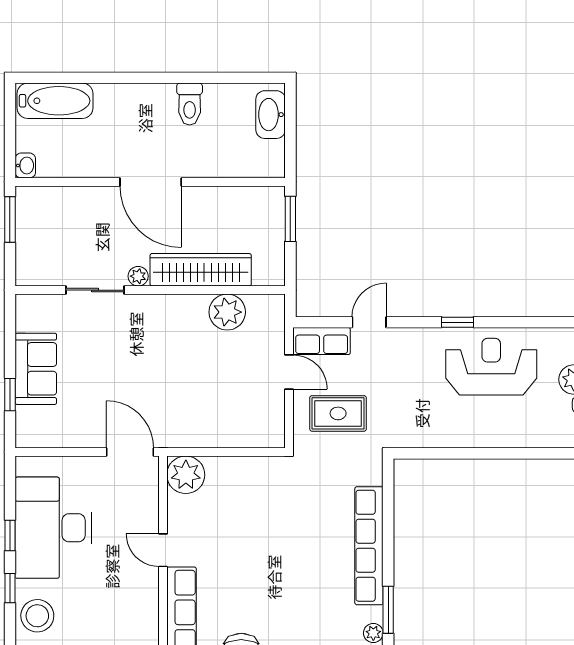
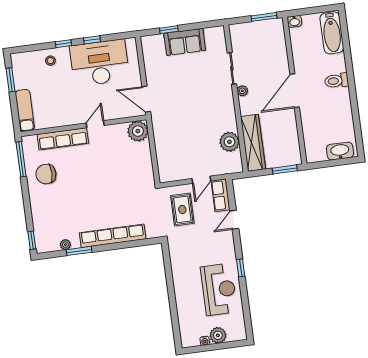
toilet: (190, 104) -> (336, 81), moved
wardrobe: (201, 270) -> (253, 143), moved
door: (369, 322) -> (234, 220), swing flipped
door: (130, 452) -> (146, 99), swing flipped
stool: (37, 616) -> (50, 61), width x0.53, depth x0.53

